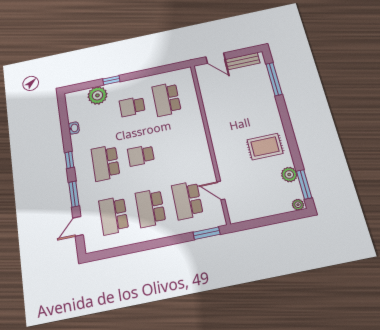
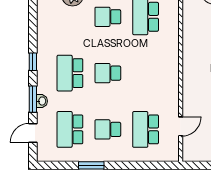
washbasin: (74, 128) -> (42, 101), moved
door: (221, 190) -> (181, 126), swing flipped
school desk: (150, 208) -> (108, 129), width x0.54
window: (207, 233) -> (91, 165), moved

